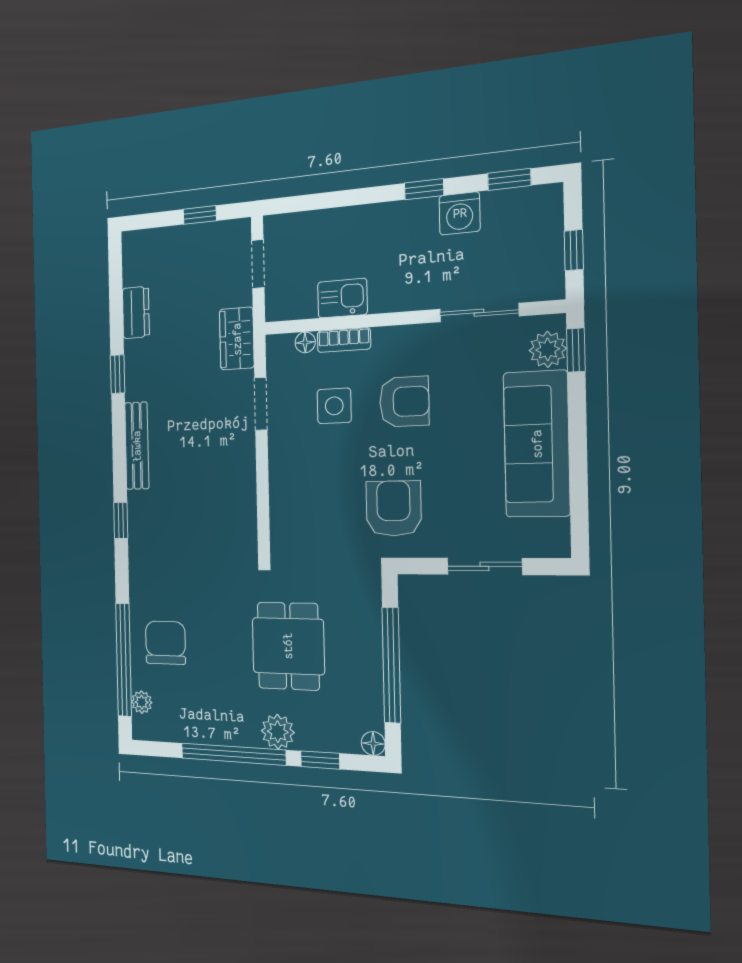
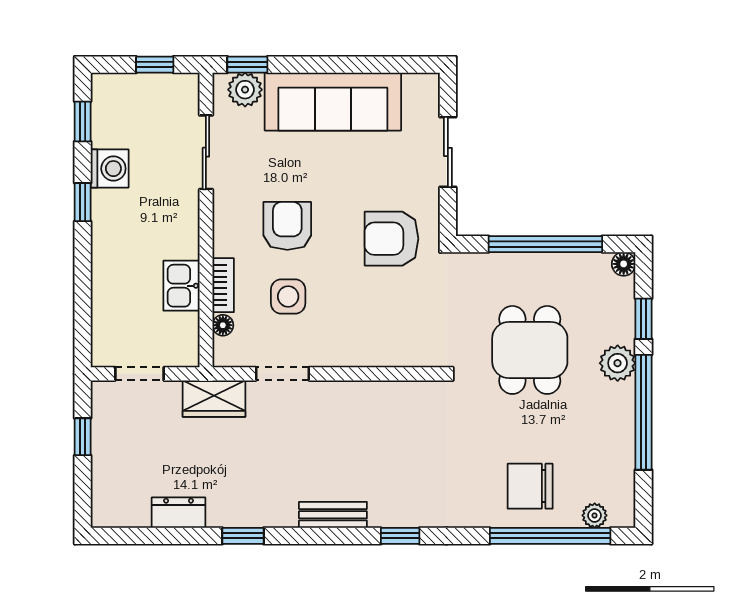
bench: (137, 446) -> (333, 515), width x0.73
dining table: (288, 646) -> (530, 350), turned 90

